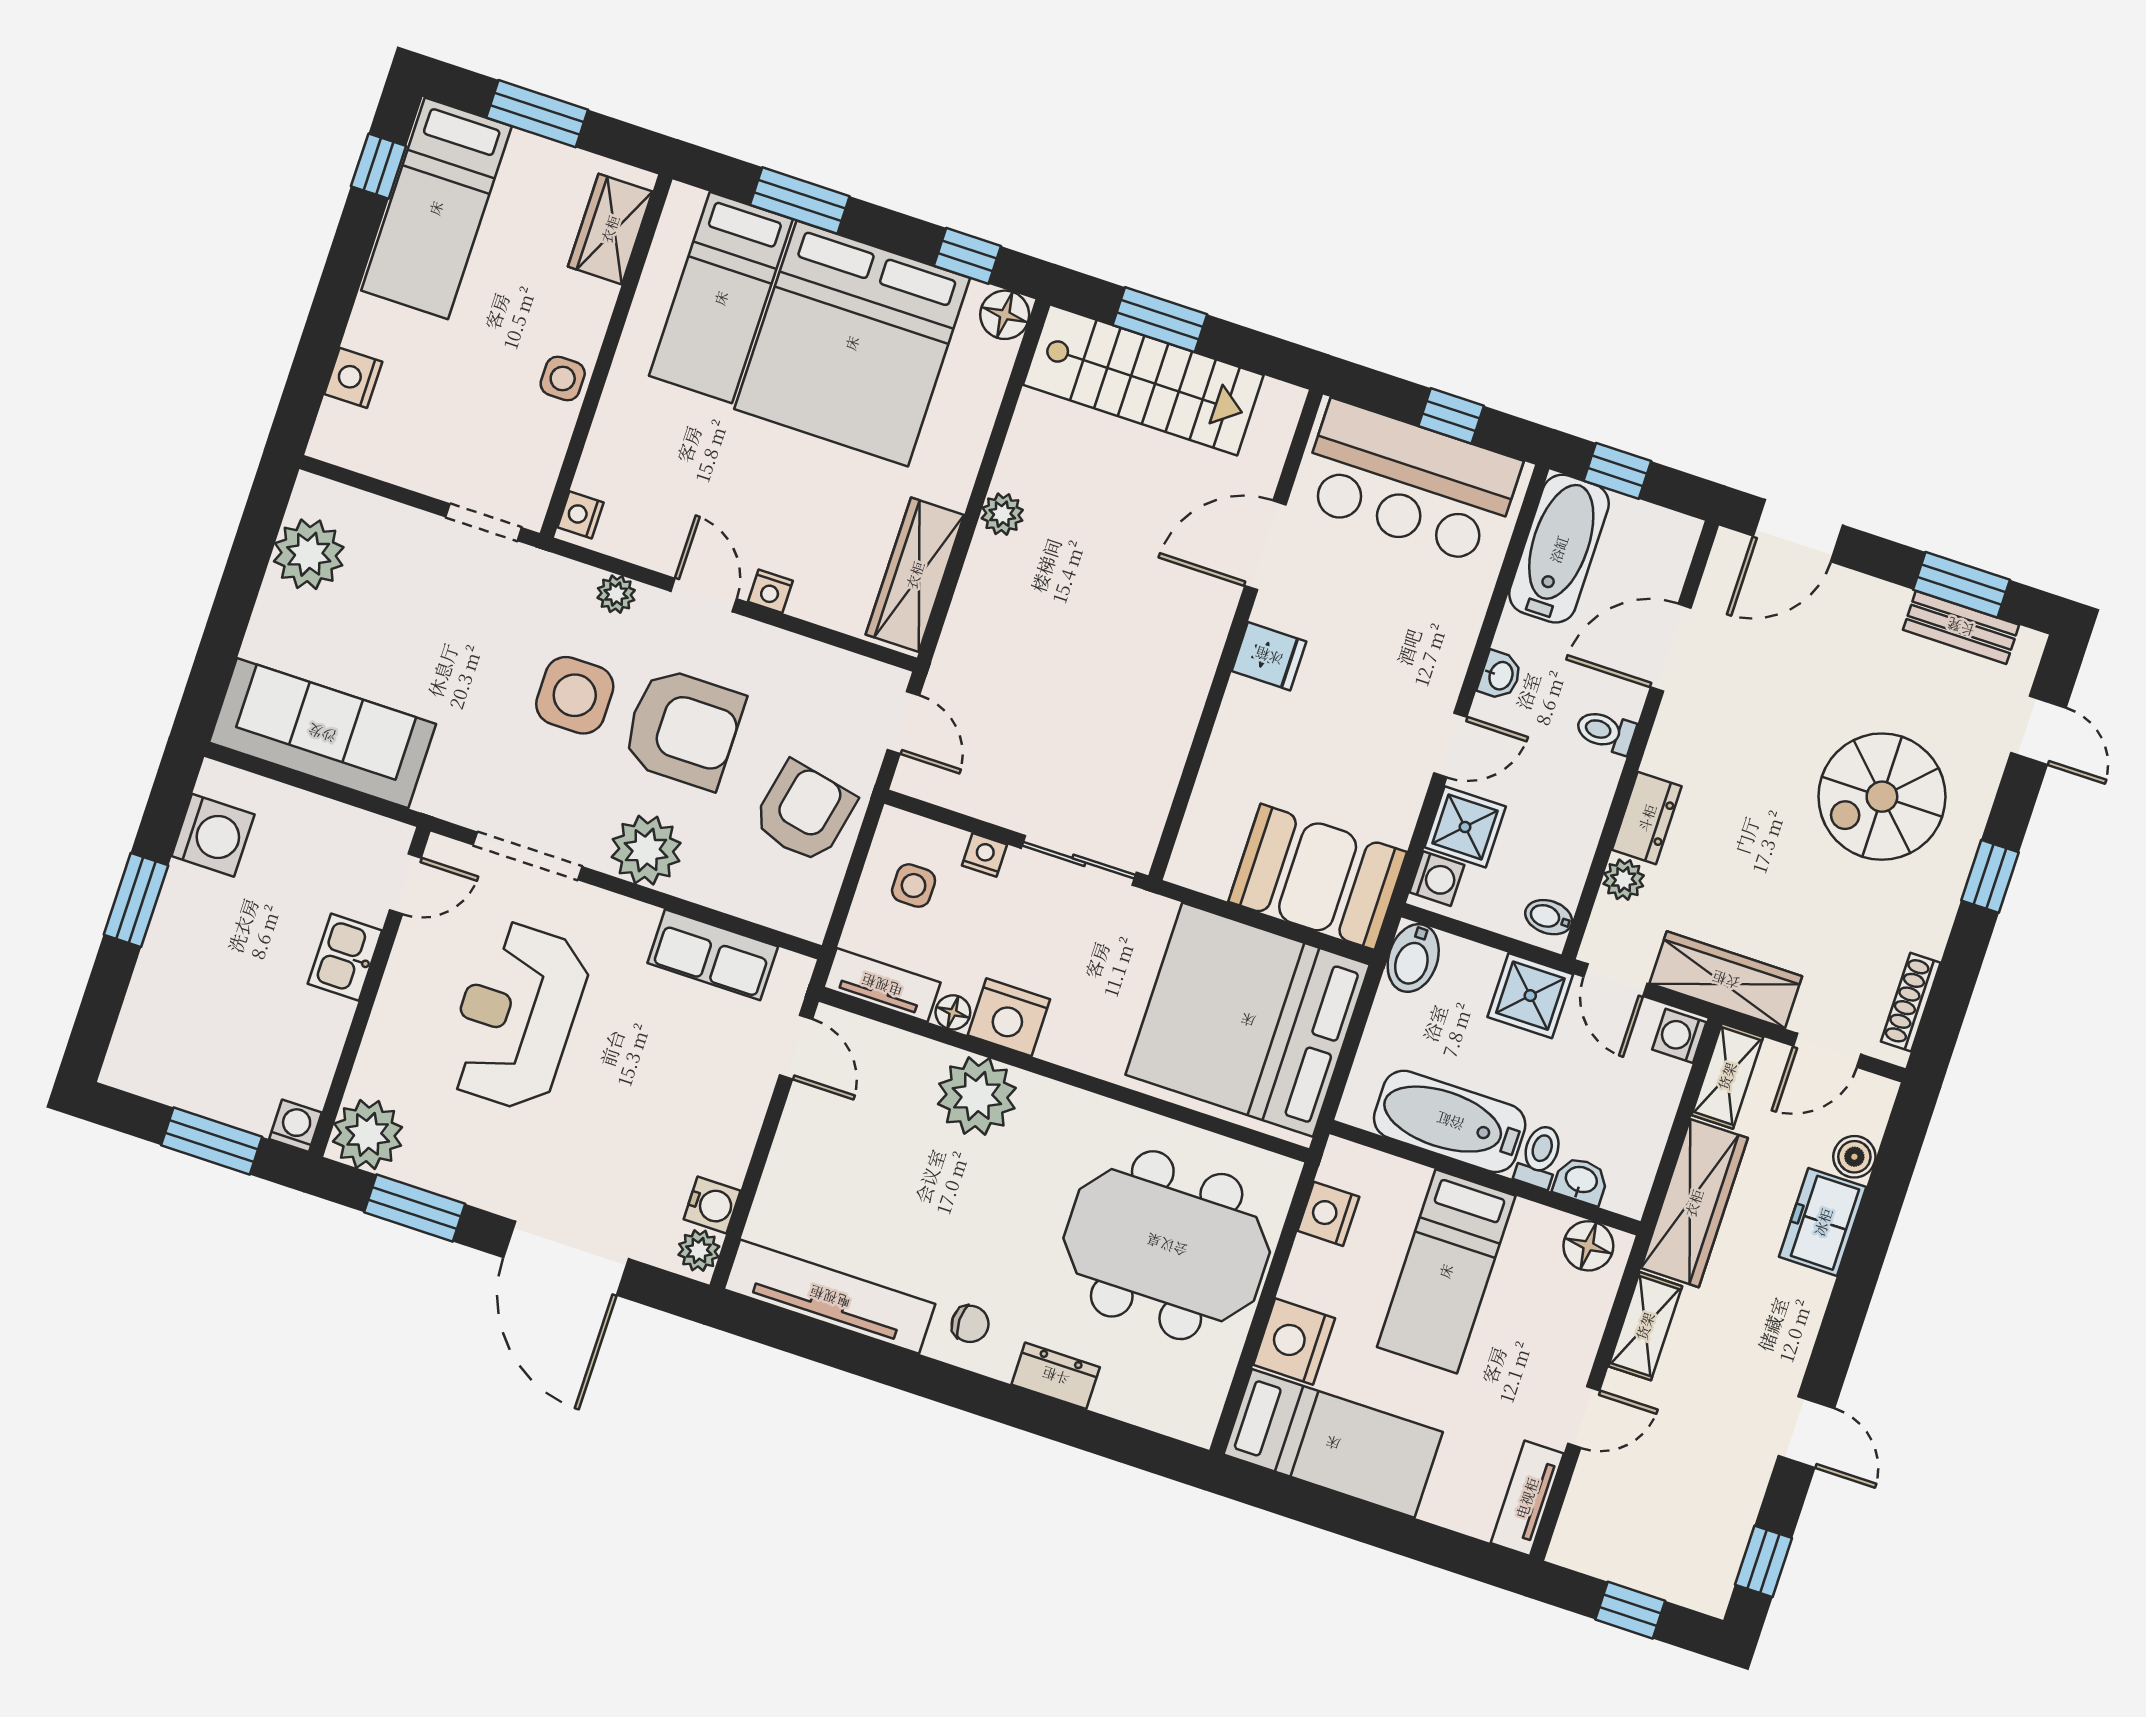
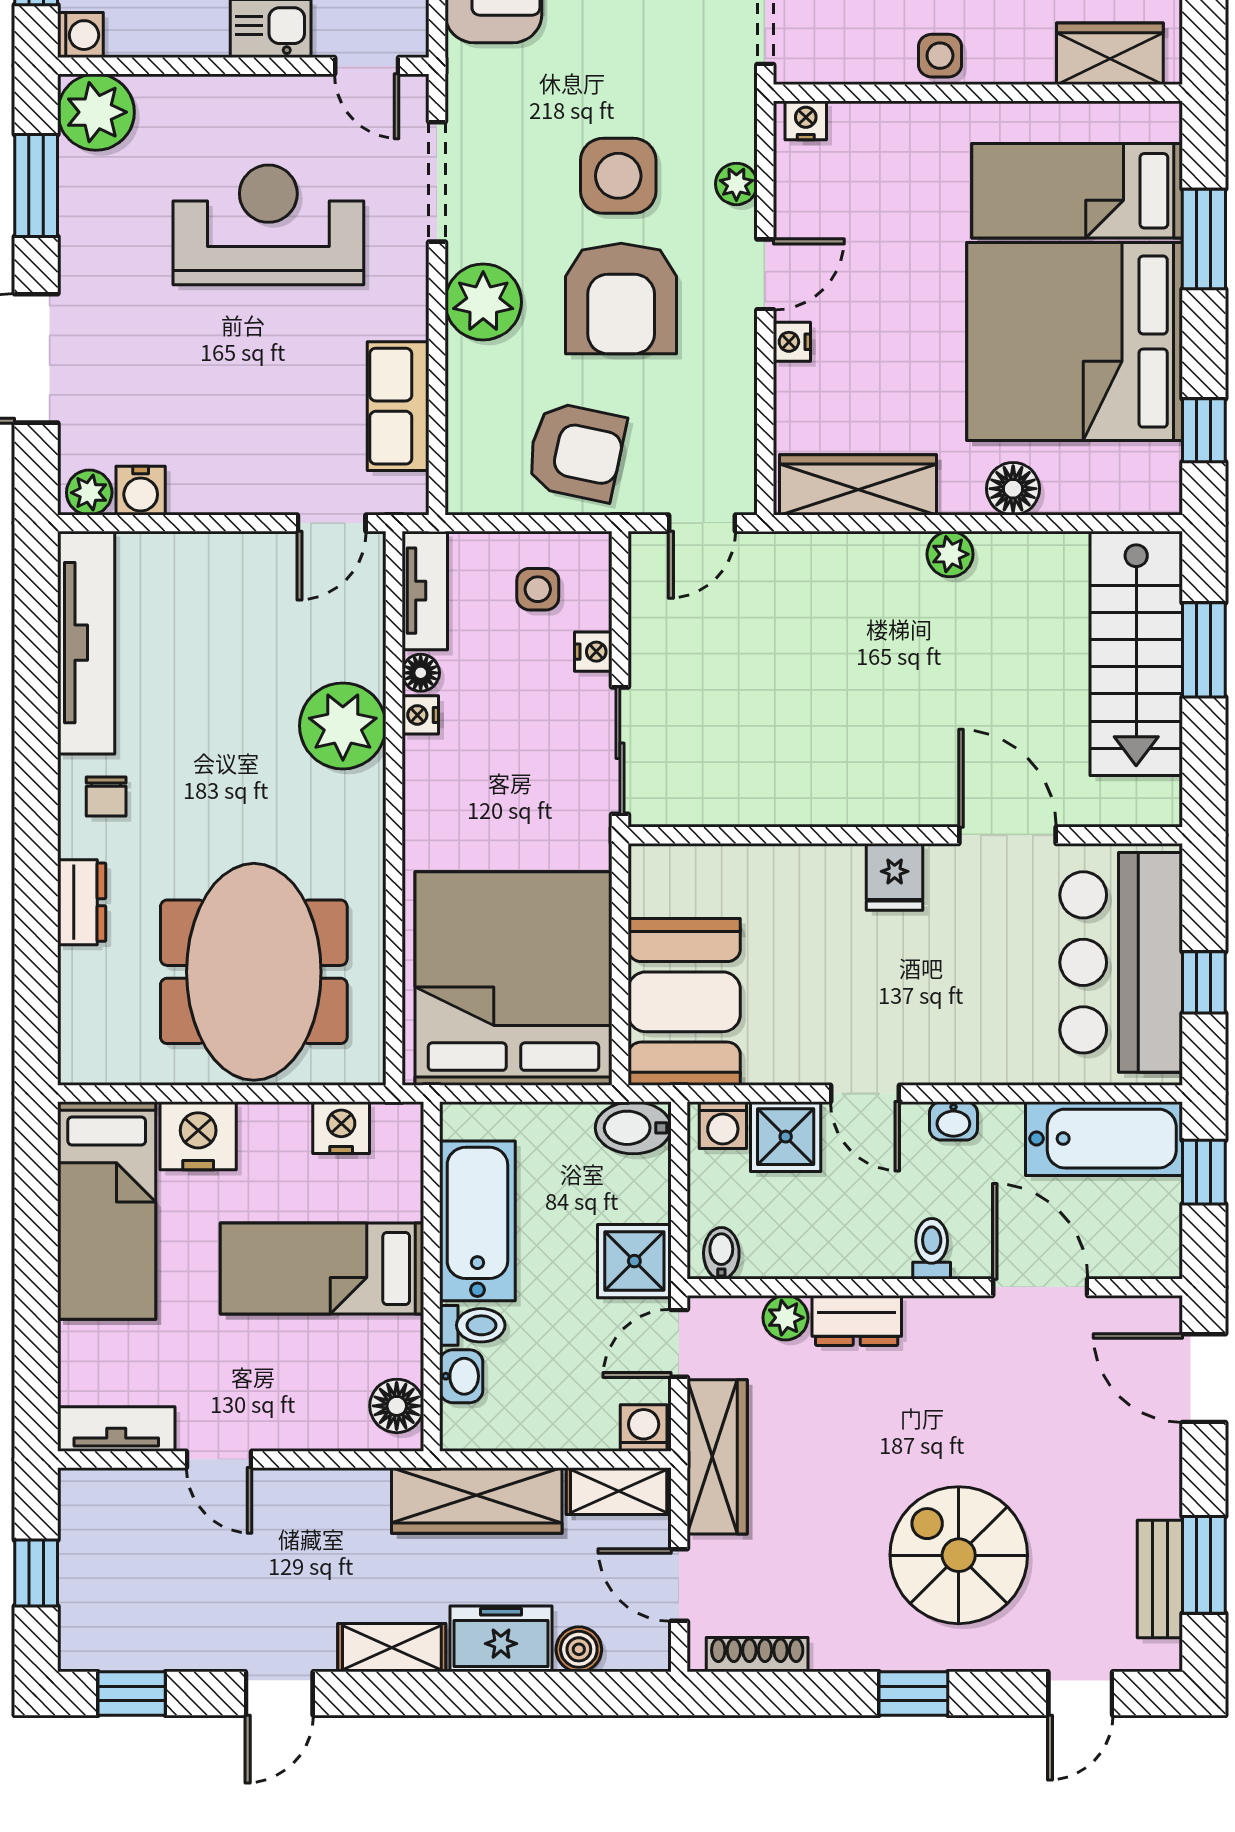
floor lamp: (1005, 315) -> (1013, 489), moved
nightstand: (1009, 1017) -> (420, 715), width x0.53, depth x0.56
shelving: (1645, 1326) -> (392, 1648), moved

